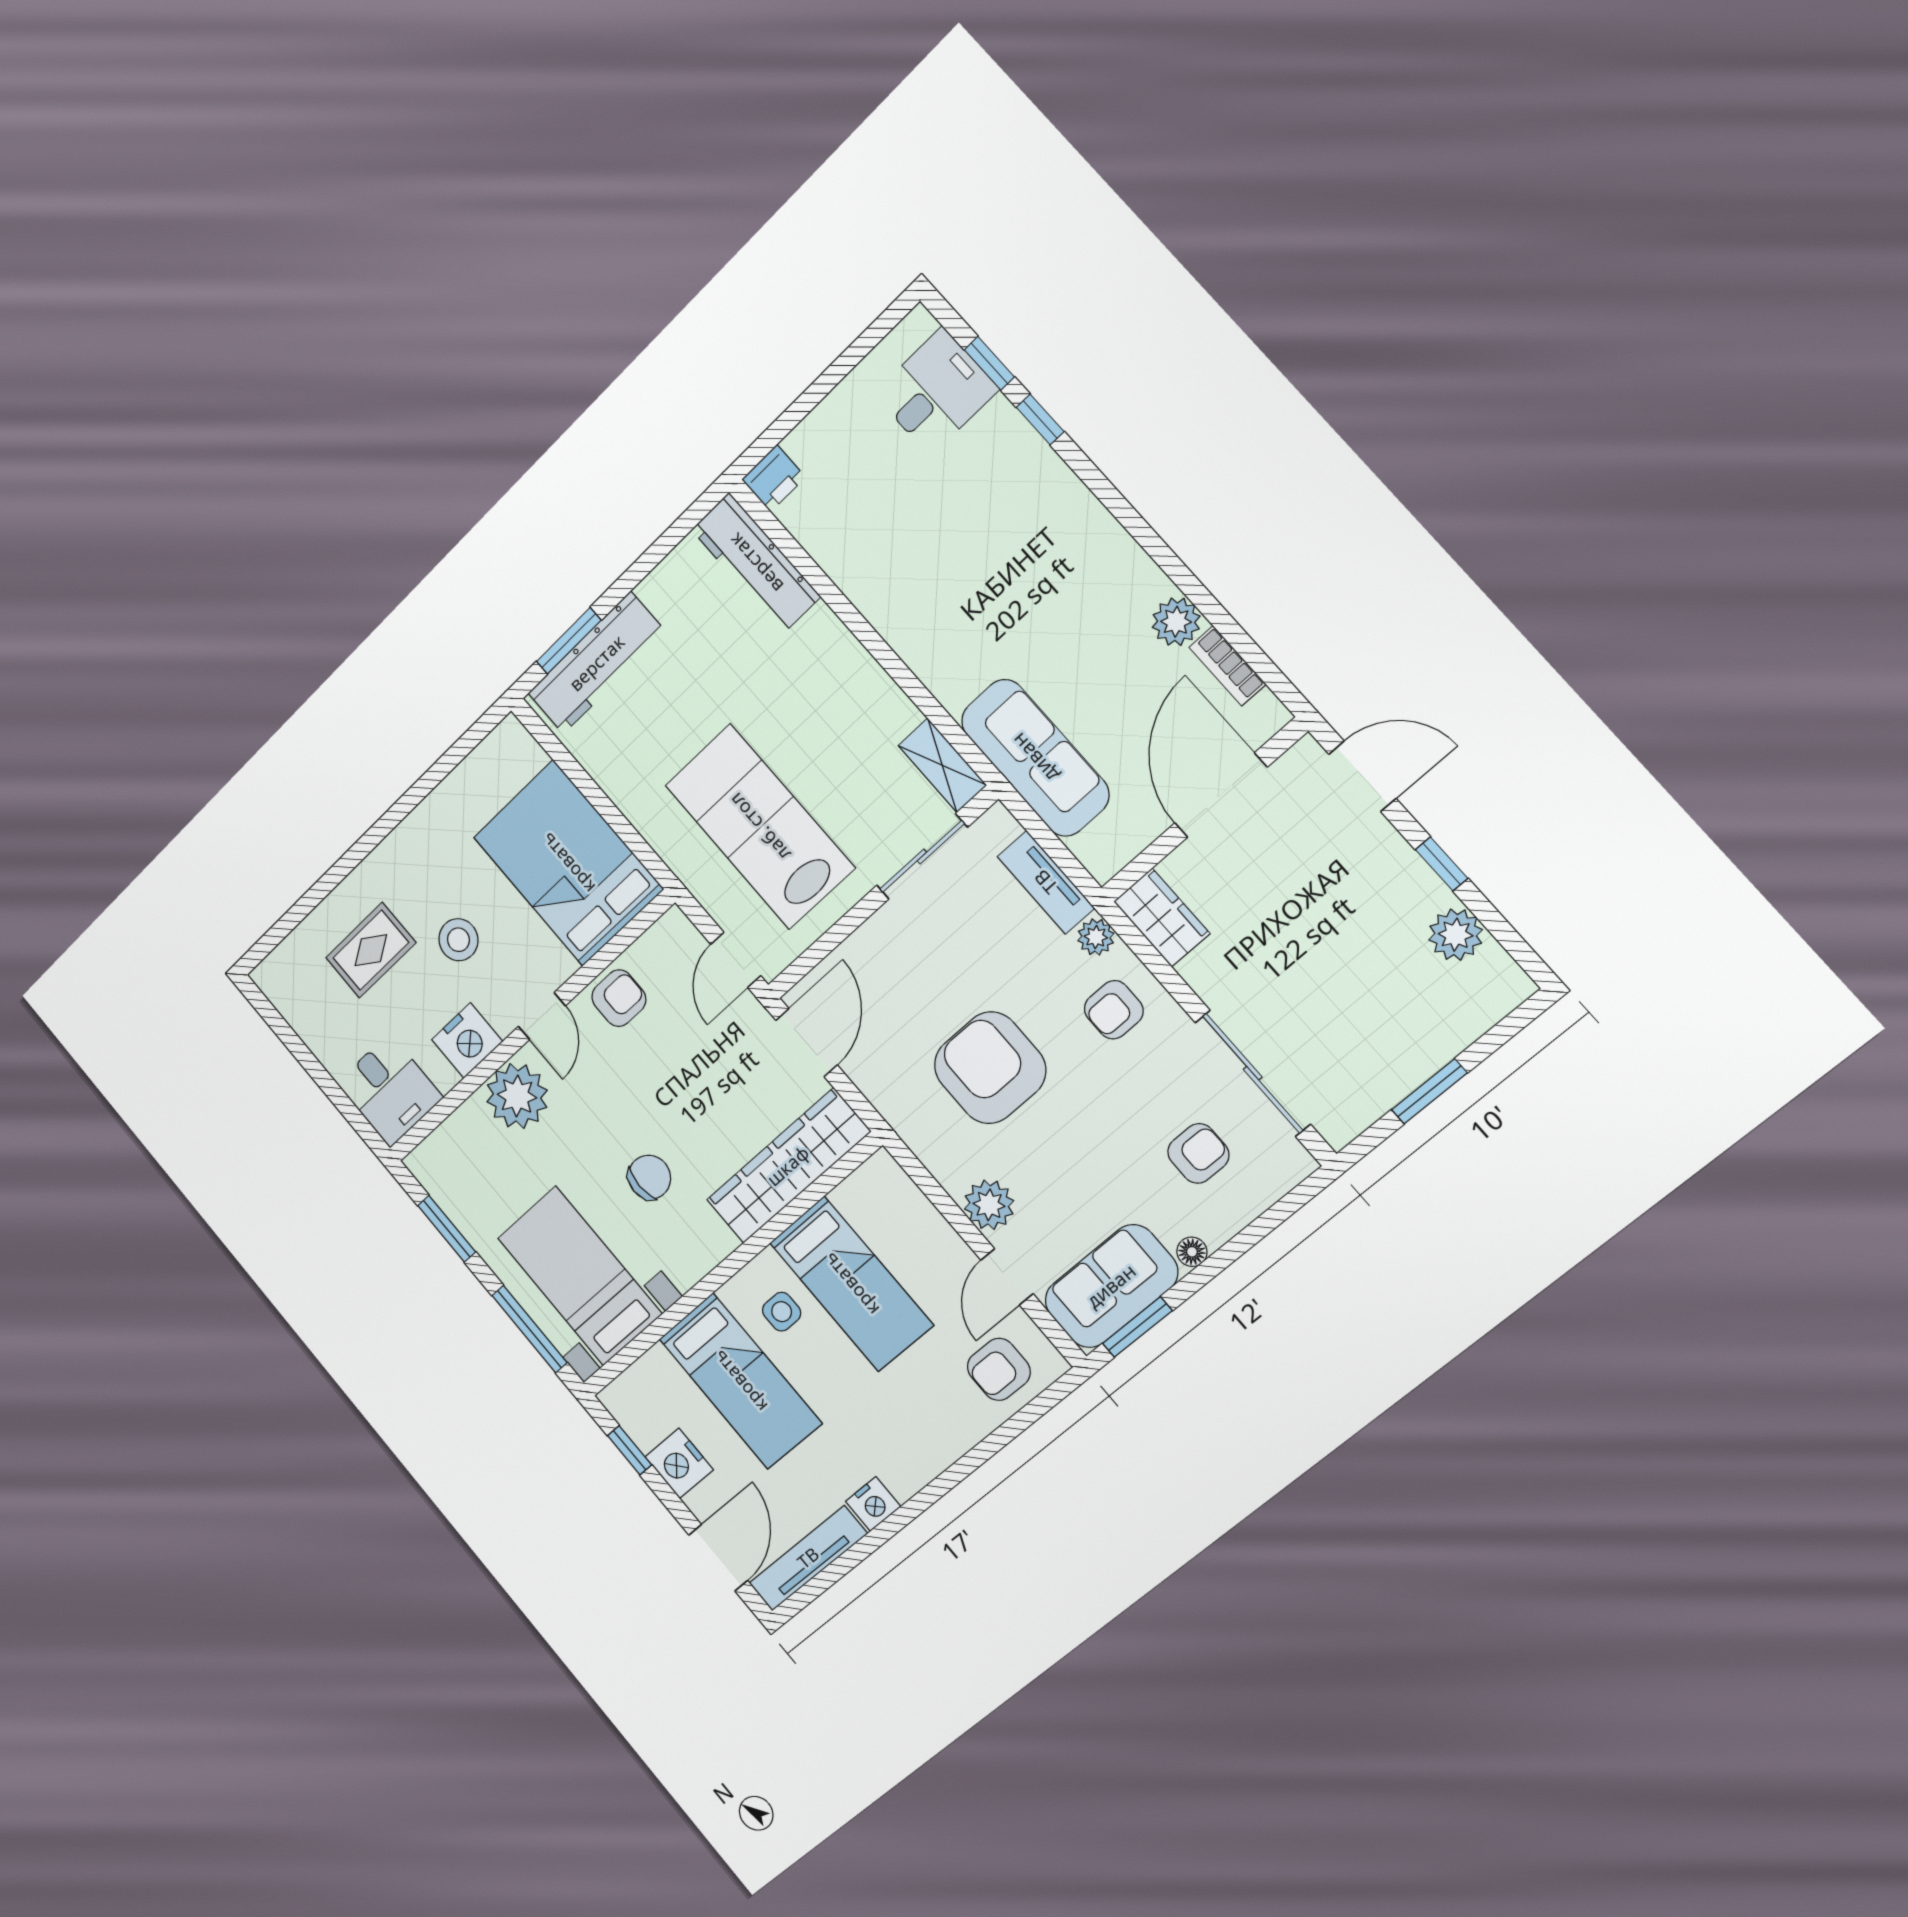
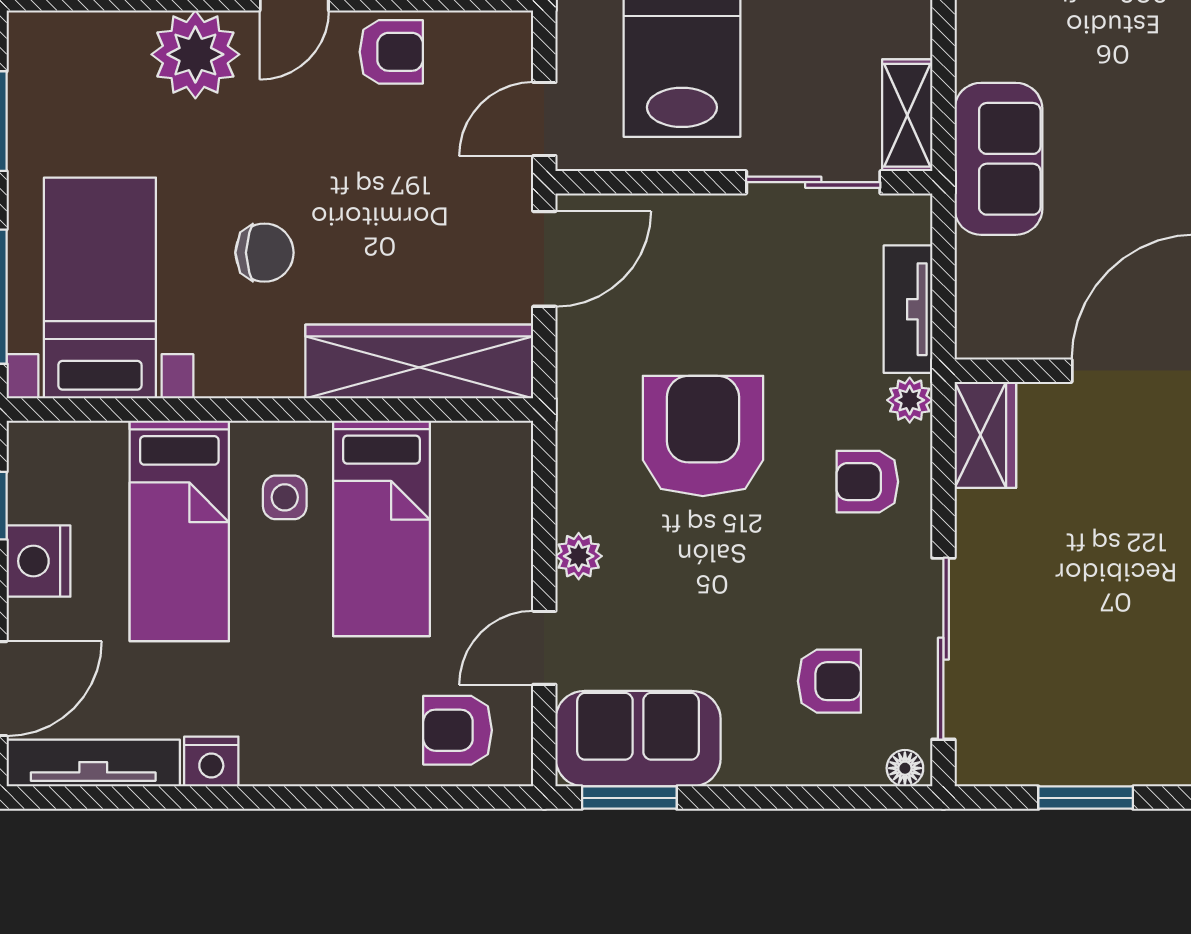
sofa: (1035, 758) -> (998, 159), width x0.73
plant: (989, 1205) -> (579, 556), width x0.73, depth x0.73
floor lamp: (1192, 1252) -> (905, 768), moved

